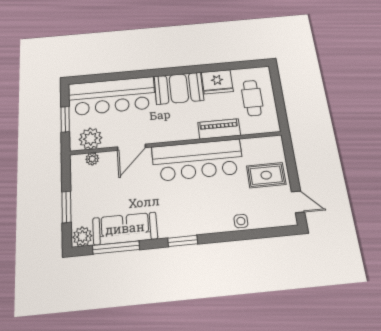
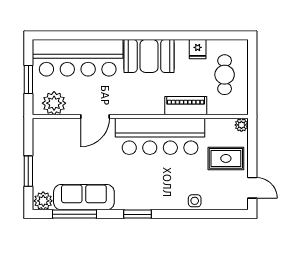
fridge: (217, 82) -> (198, 49), width x0.53, depth x0.75
plant: (92, 159) -> (241, 125), moved

